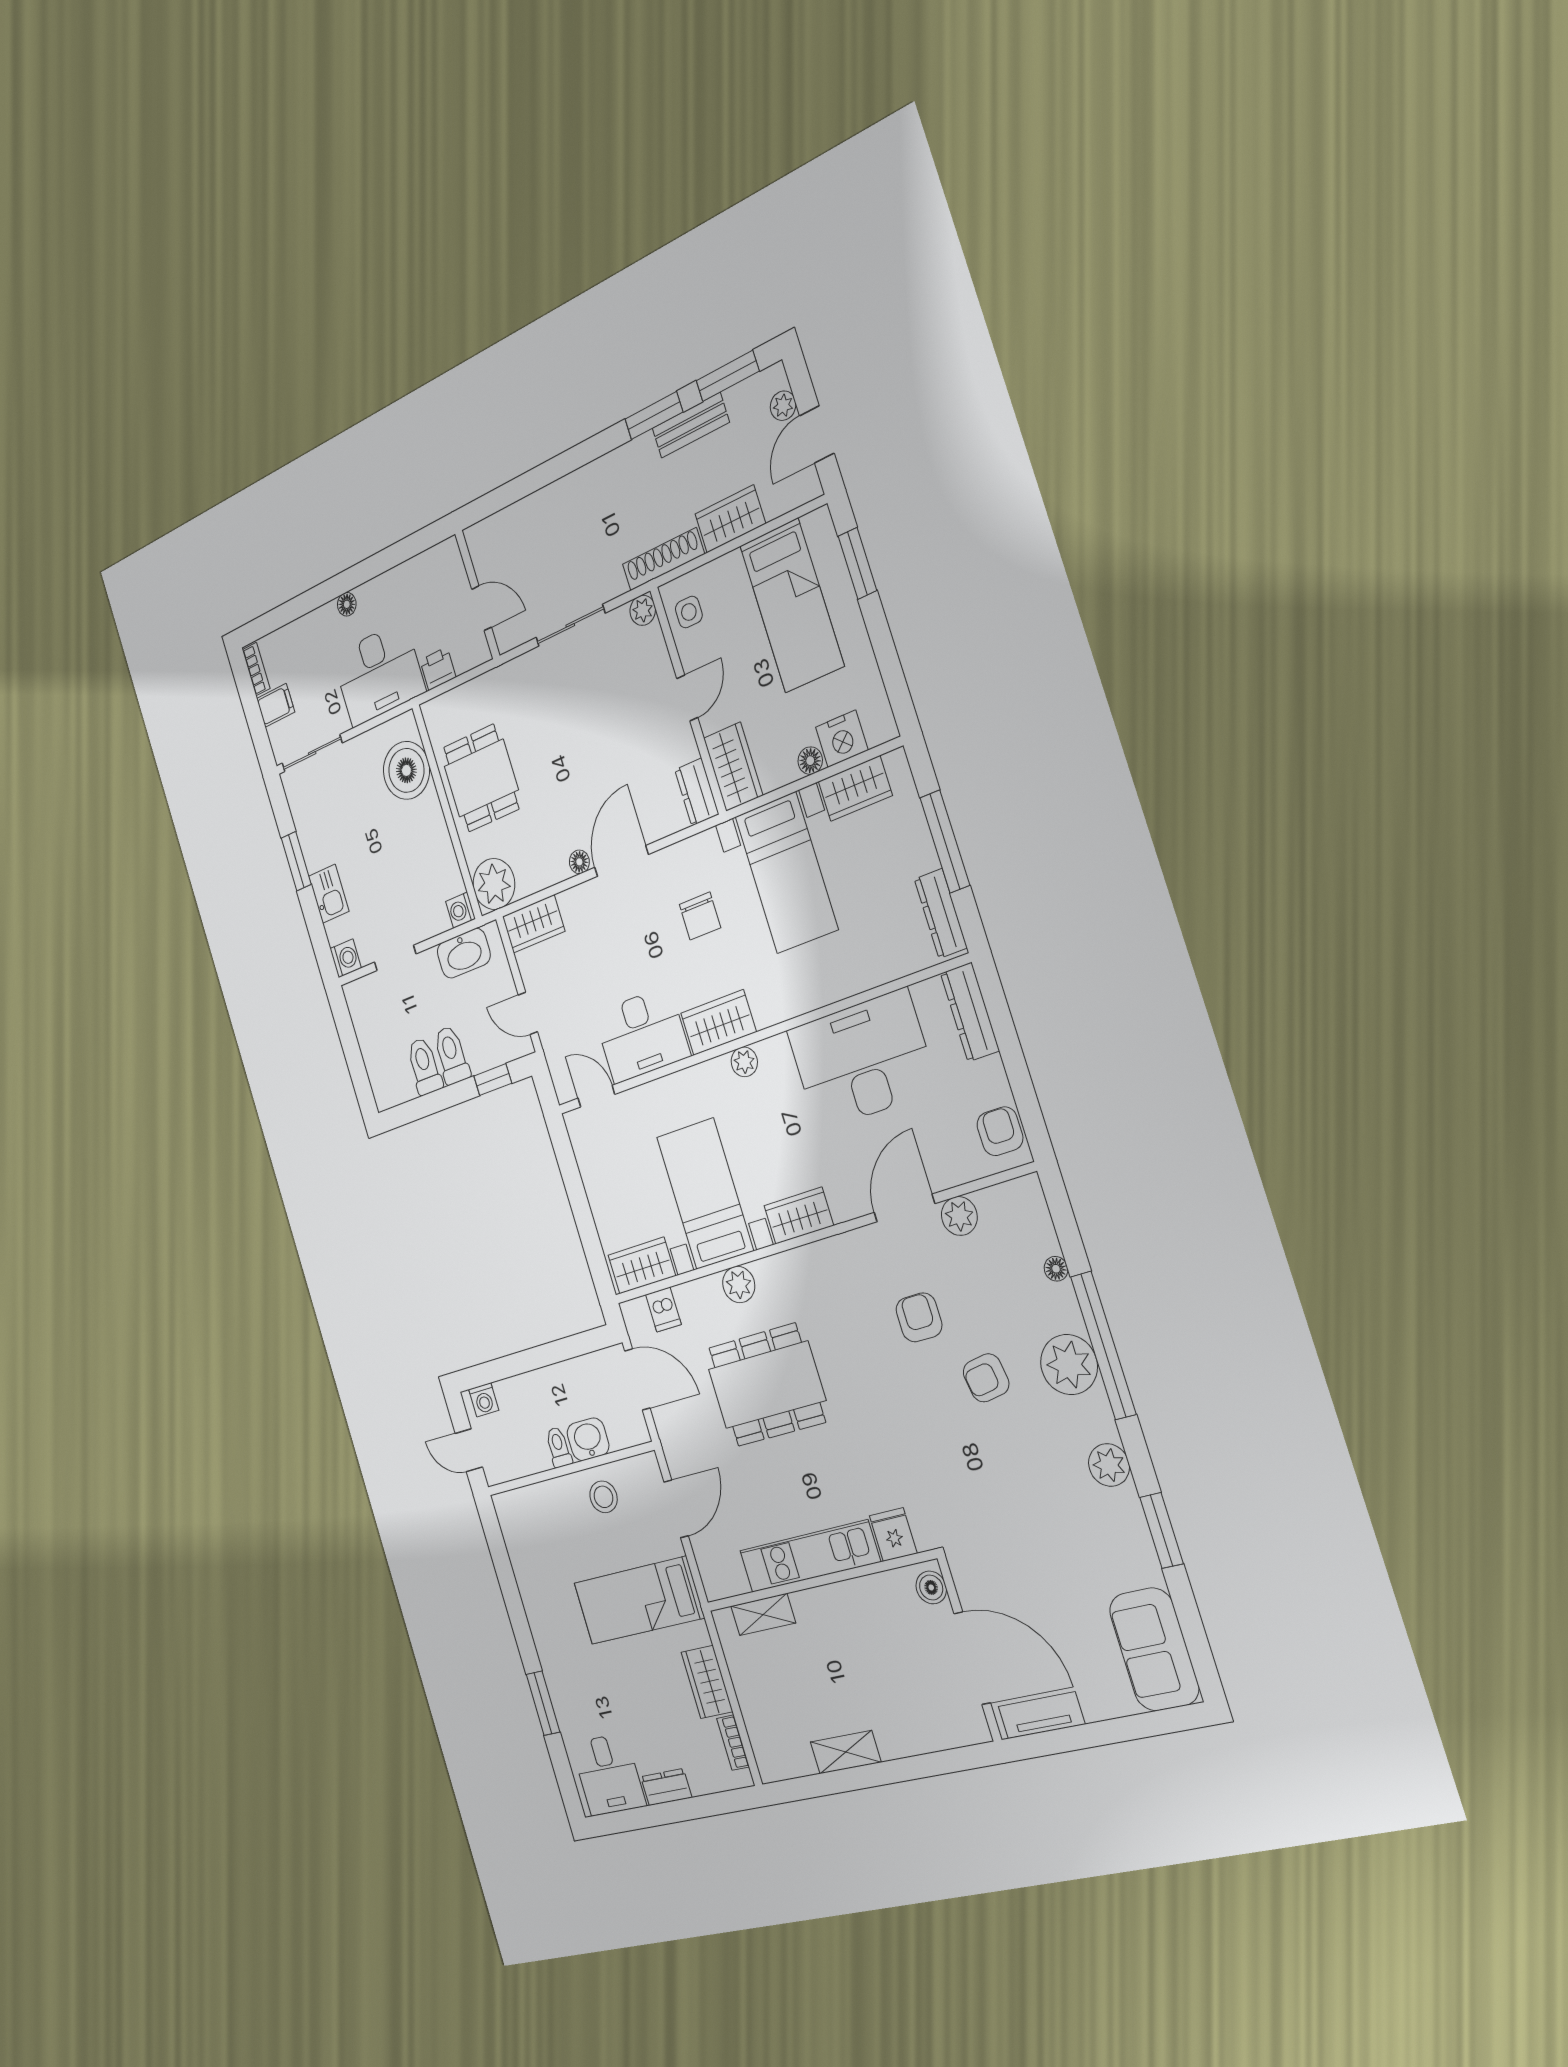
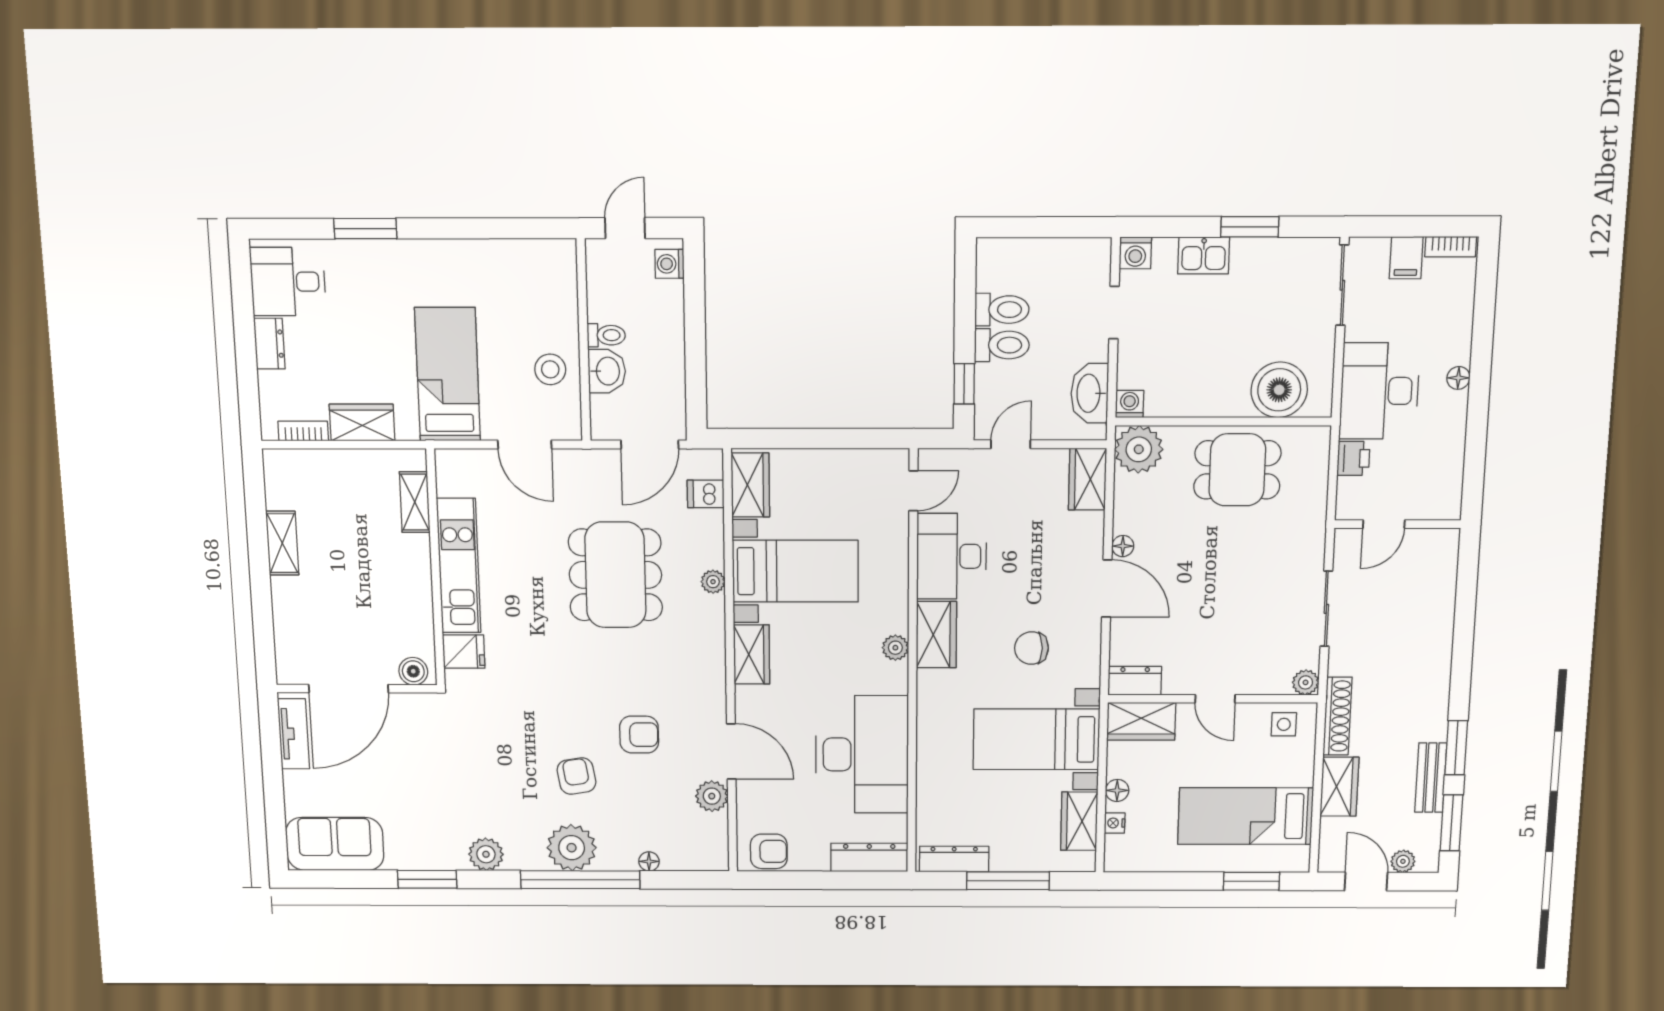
nightstand: (842, 739) -> (1115, 823), width x0.53, depth x0.56
plant: (739, 1284) -> (713, 582), width x0.73, depth x0.73

